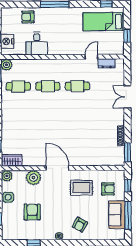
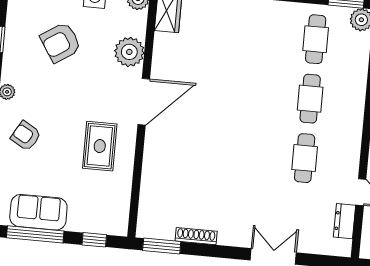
armchair: (108, 189) -> (92, 199), removed
armchair: (32, 212) -> (61, 42), turned 147

